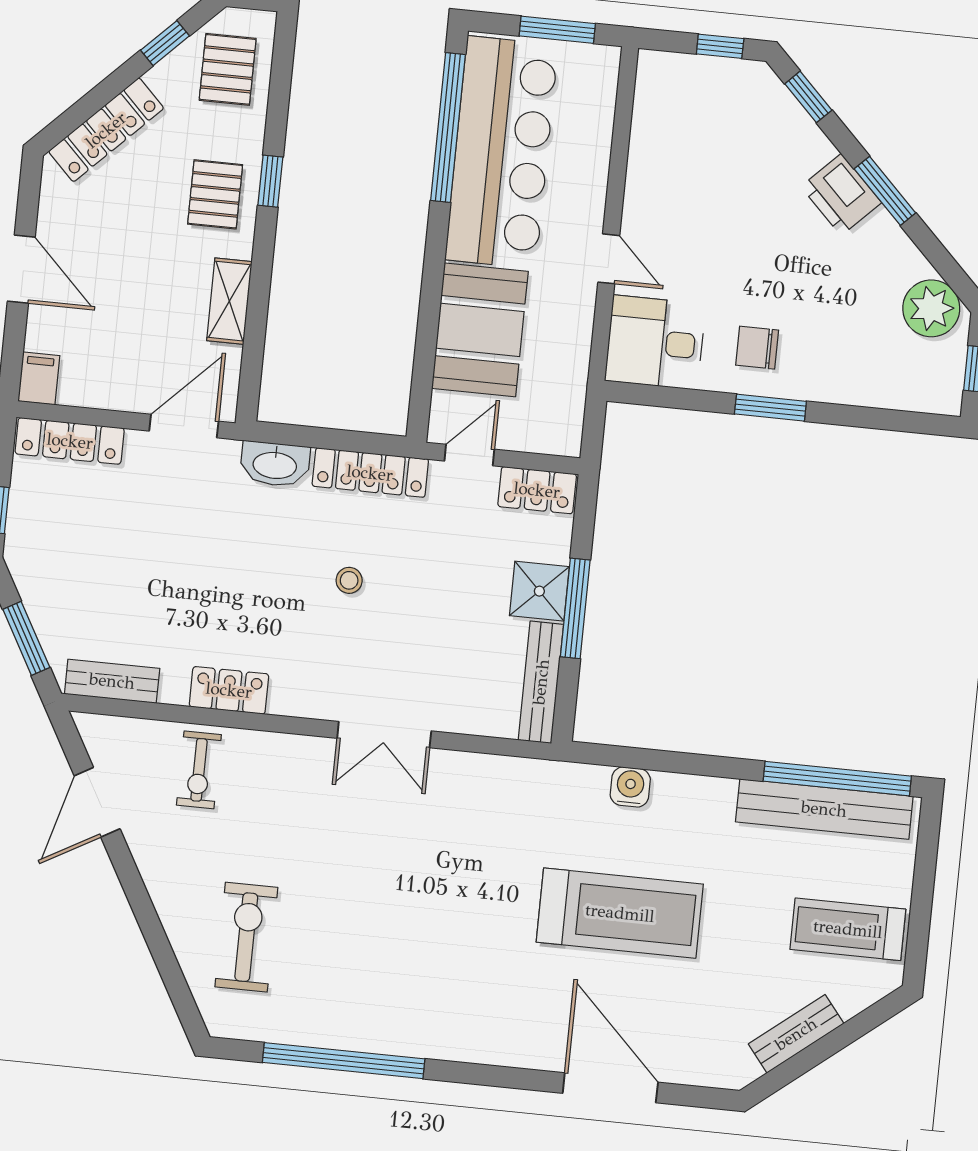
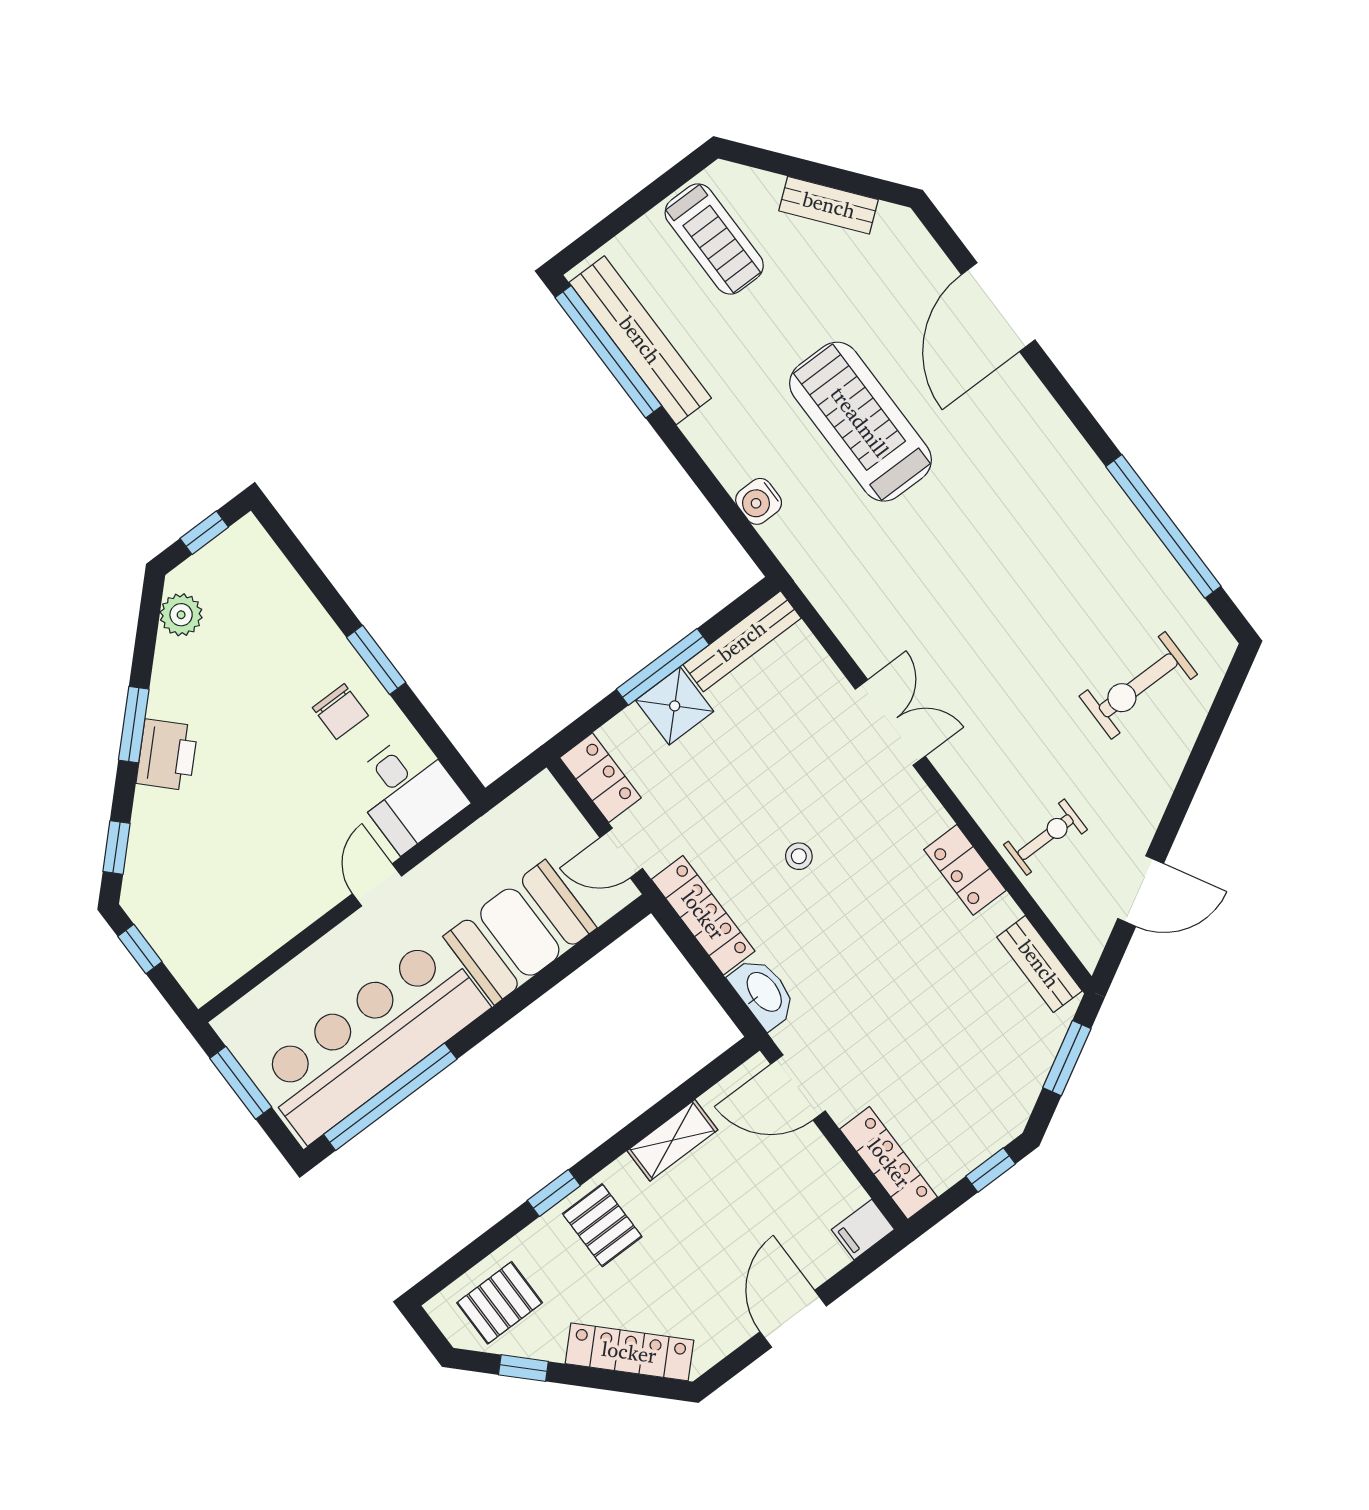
pallet: (215, 194) -> (602, 1225), turned 90
plant: (931, 308) -> (181, 615), width x0.73, depth x0.73

